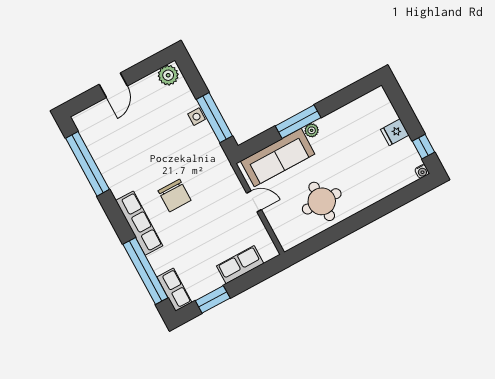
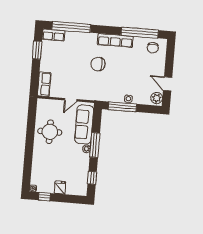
door: (113, 85) -> (168, 84), moved
window: (349, 94) -> (92, 178), added
chair: (97, 130) -> (153, 48), added
row of seats: (139, 223) -> (115, 40), moved
row of seats: (240, 265) -> (44, 84), moved

